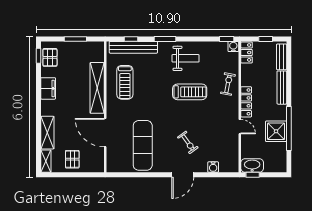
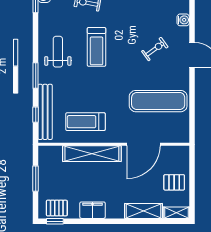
treadmill: (125, 82) -> (85, 122), turned 180
treadmill: (190, 92) -> (97, 47), turned 180

